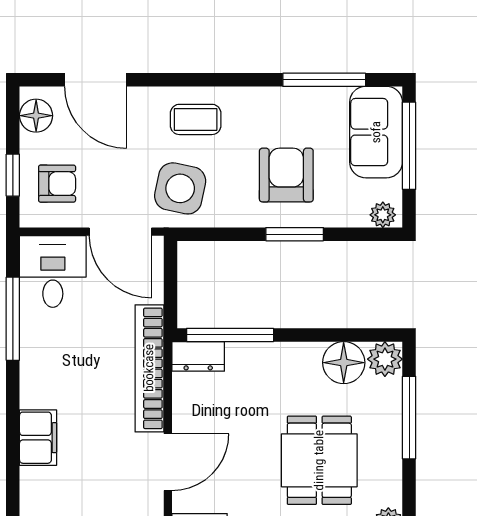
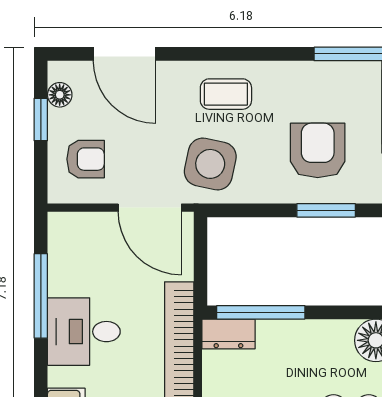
floor lamp: (36, 116) -> (60, 95), width x0.73, depth x0.73
window: (13, 175) -> (41, 119), moved
desk: (53, 271) -> (84, 332), moved, turned -90

